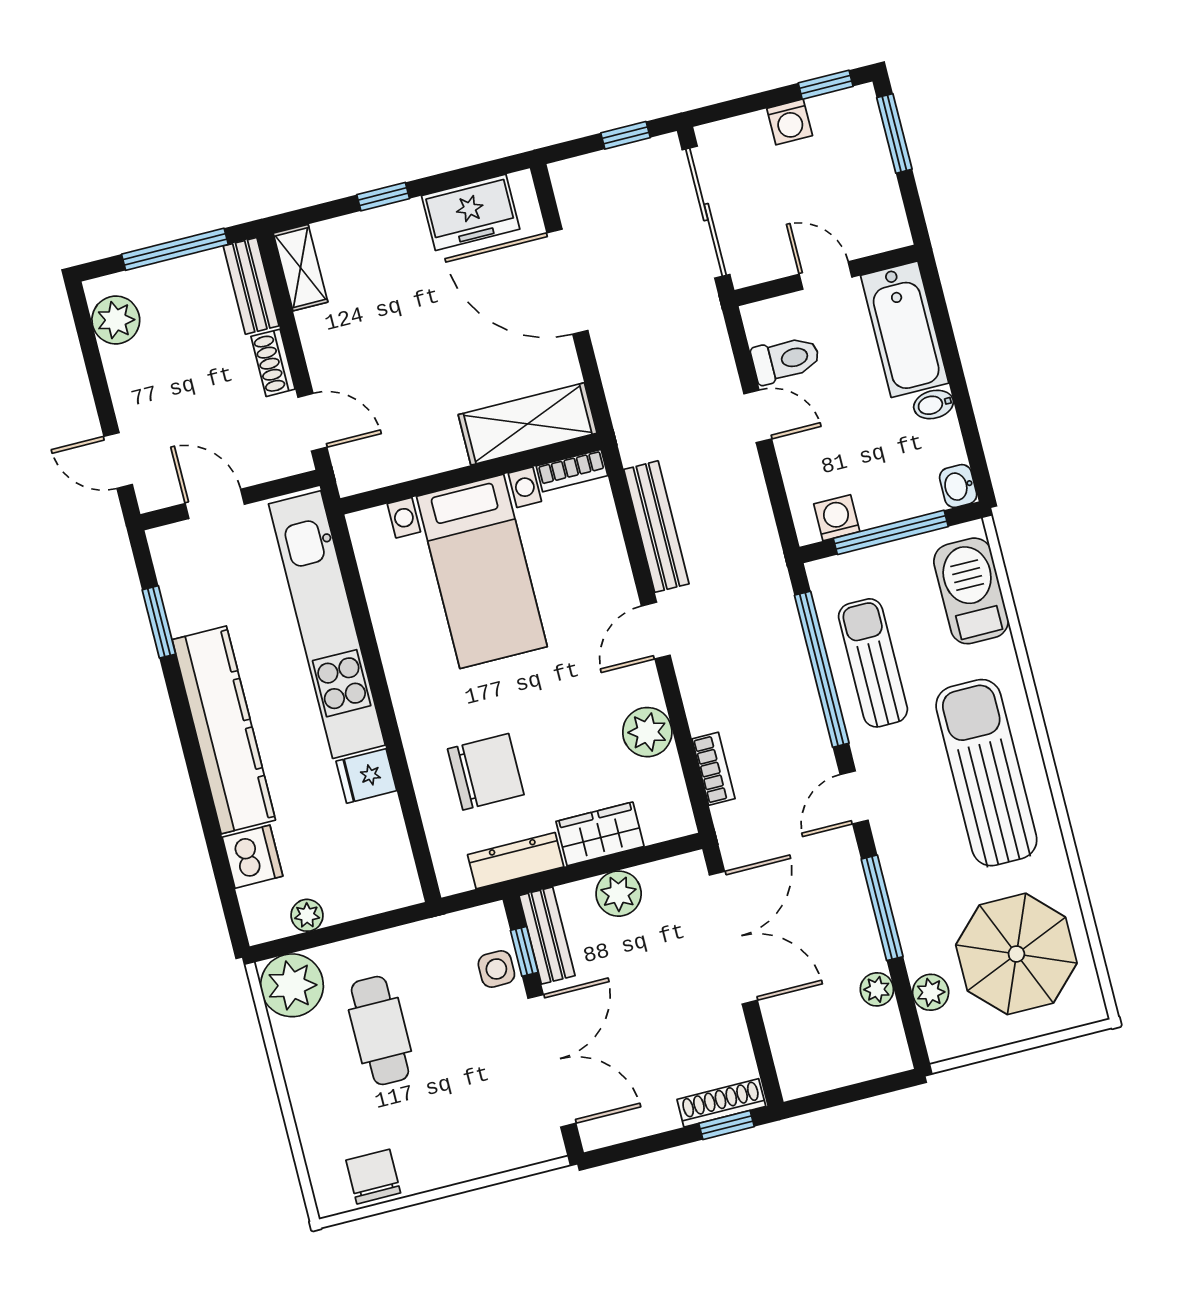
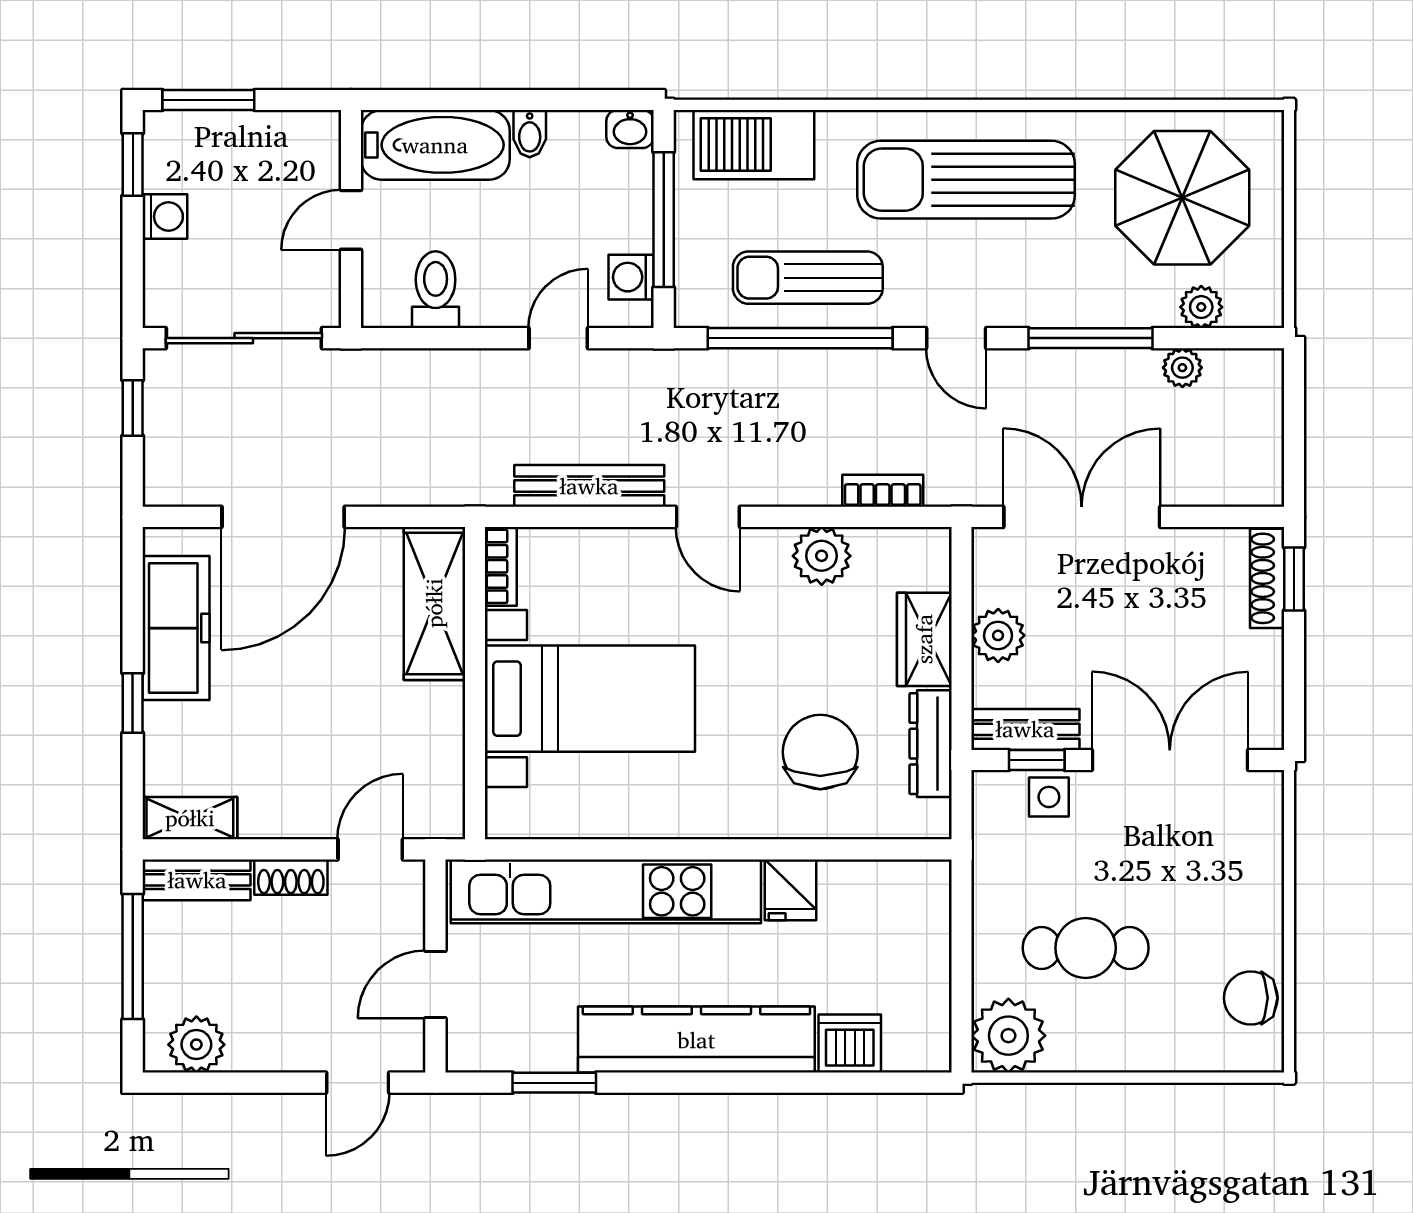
freezer: (471, 212) -> (176, 628), width x1.40
door: (758, 416) -> (558, 338), moved
plant: (307, 915) -> (933, 998), removed

